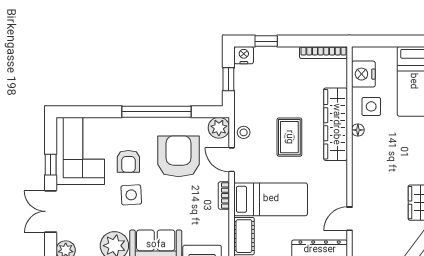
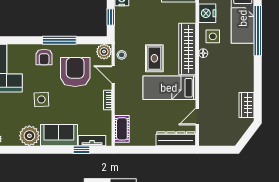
window: (156, 112) -> (59, 40), width x0.68
armchair: (128, 161) -> (44, 57), moved
bed: (271, 199) -> (169, 88), moved, turned 180

